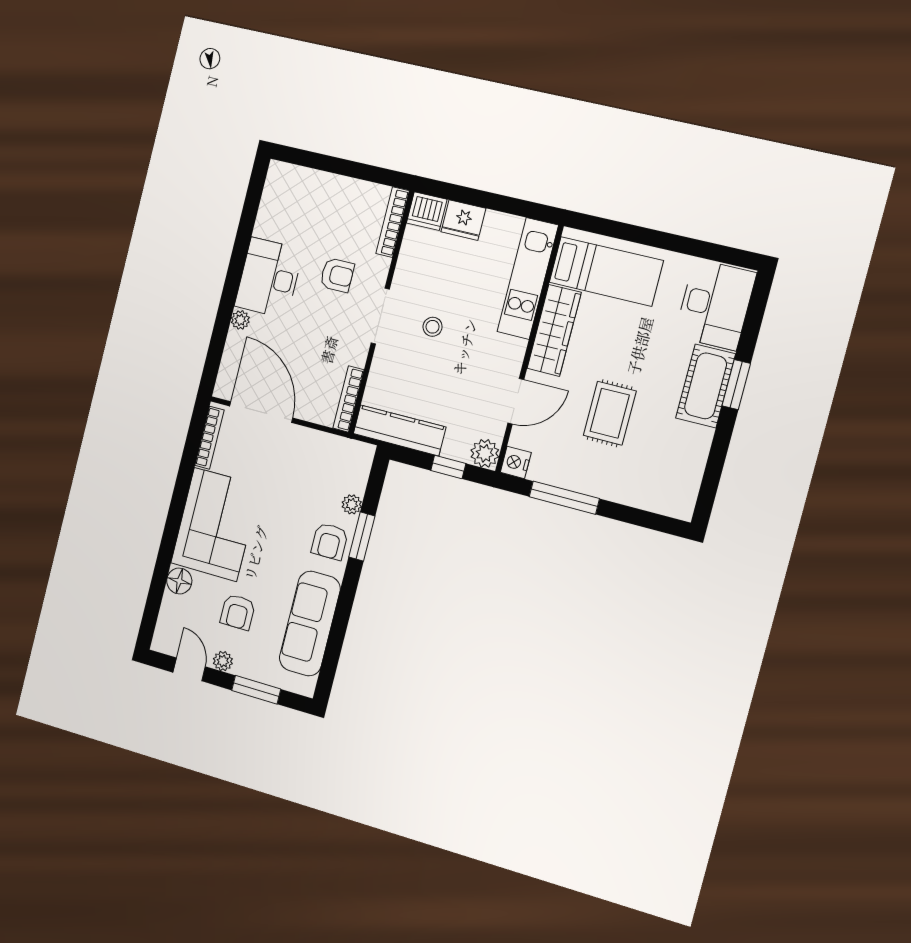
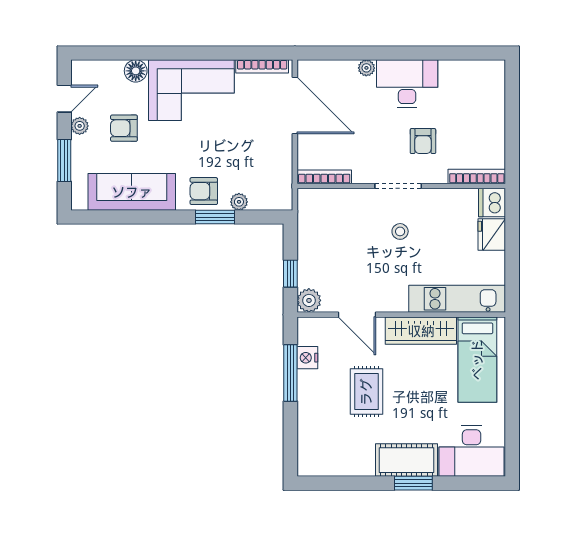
door: (261, 412) -> (295, 106), hinge flipped
rug: (610, 413) -> (366, 392), turned 90
kitchen counter: (399, 430) -> (310, 226), removed
nightstand: (516, 462) -> (307, 358), moved, turned -90

